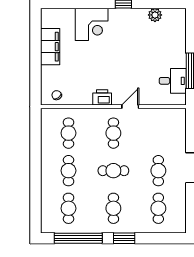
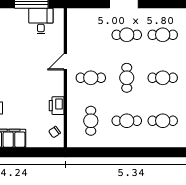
printer: (102, 97) -> (57, 106), moved
door: (130, 107) -> (65, 62), hinge flipped
cafe table: (68, 133) -> (91, 121), turned 90

